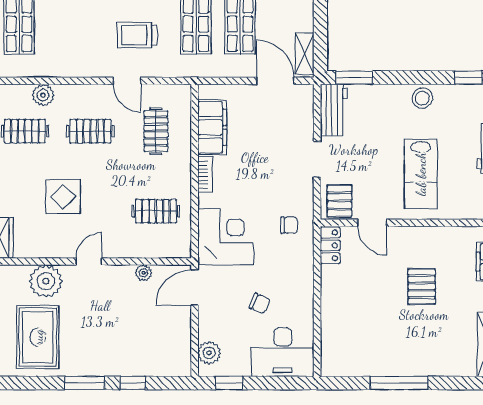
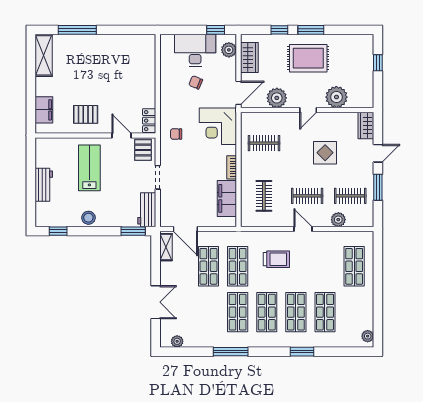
door: (127, 81) -> (303, 229), moved
plant: (144, 273) -> (277, 98), width x1.88, depth x1.88
pallet: (422, 287) -> (86, 114), moved, turned 90
rug: (38, 337) -> (308, 58), moved, turned 90
wardrobe: (178, 341) -> (249, 57), added
desk: (283, 352) -> (195, 50), moved
window: (399, 383) -> (77, 30), moved

